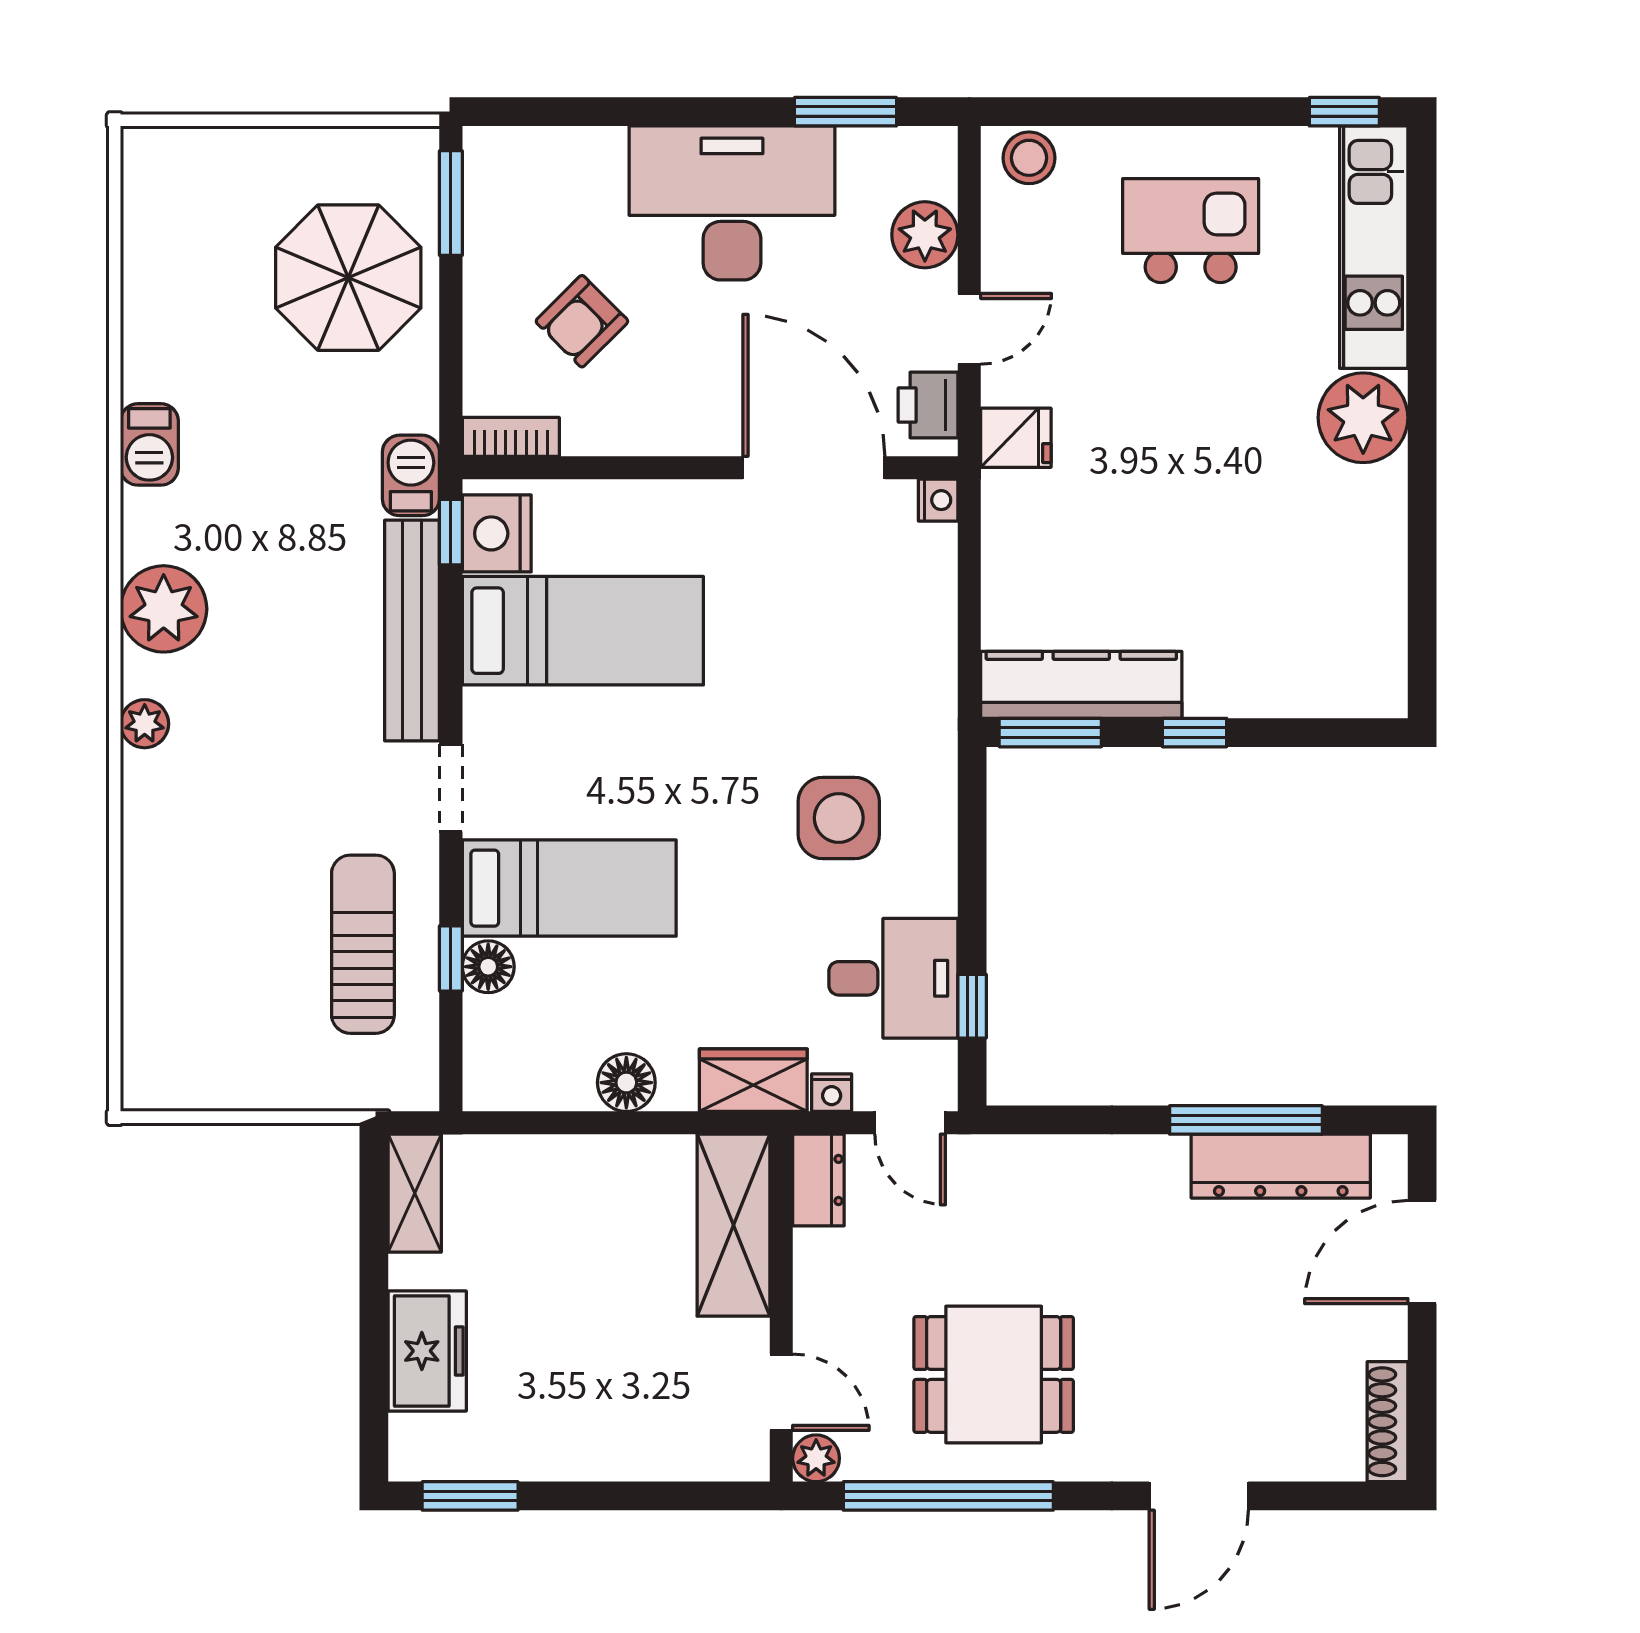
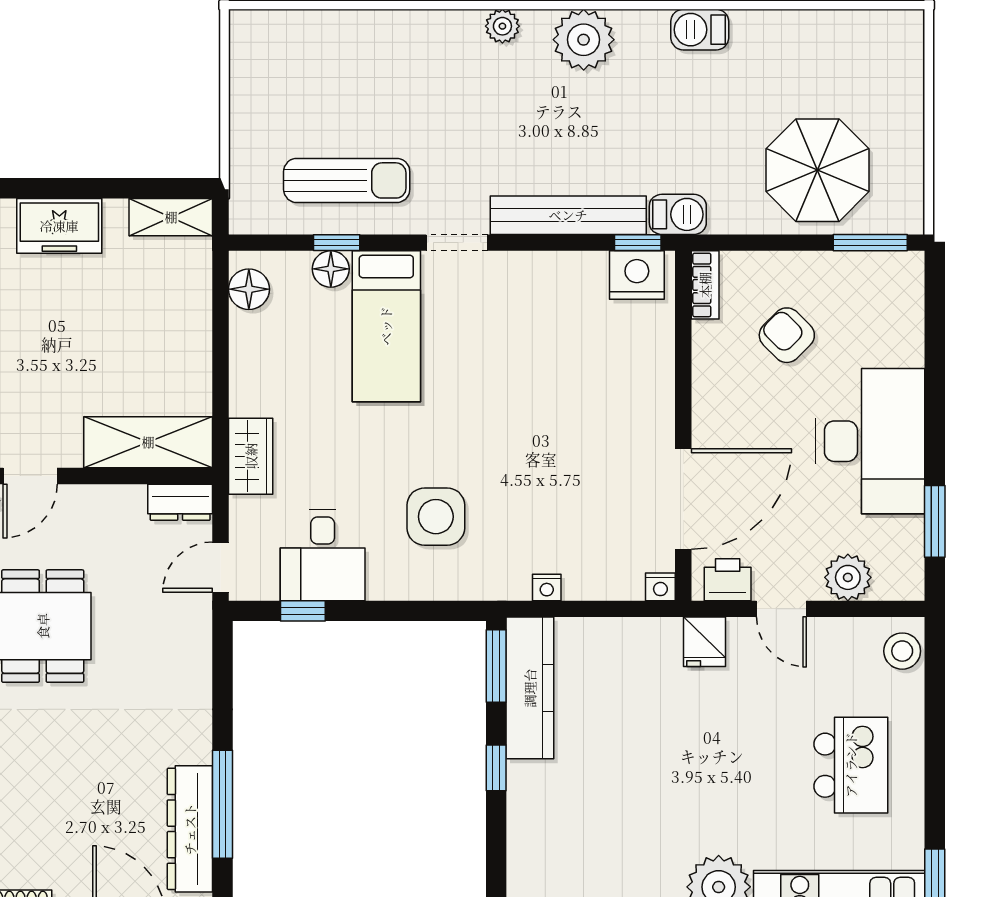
bed: (583, 631) -> (568, 336), removed
floor lamp: (626, 1083) -> (249, 289), moved
nightstand: (832, 1093) -> (547, 587), moved, turned -90

